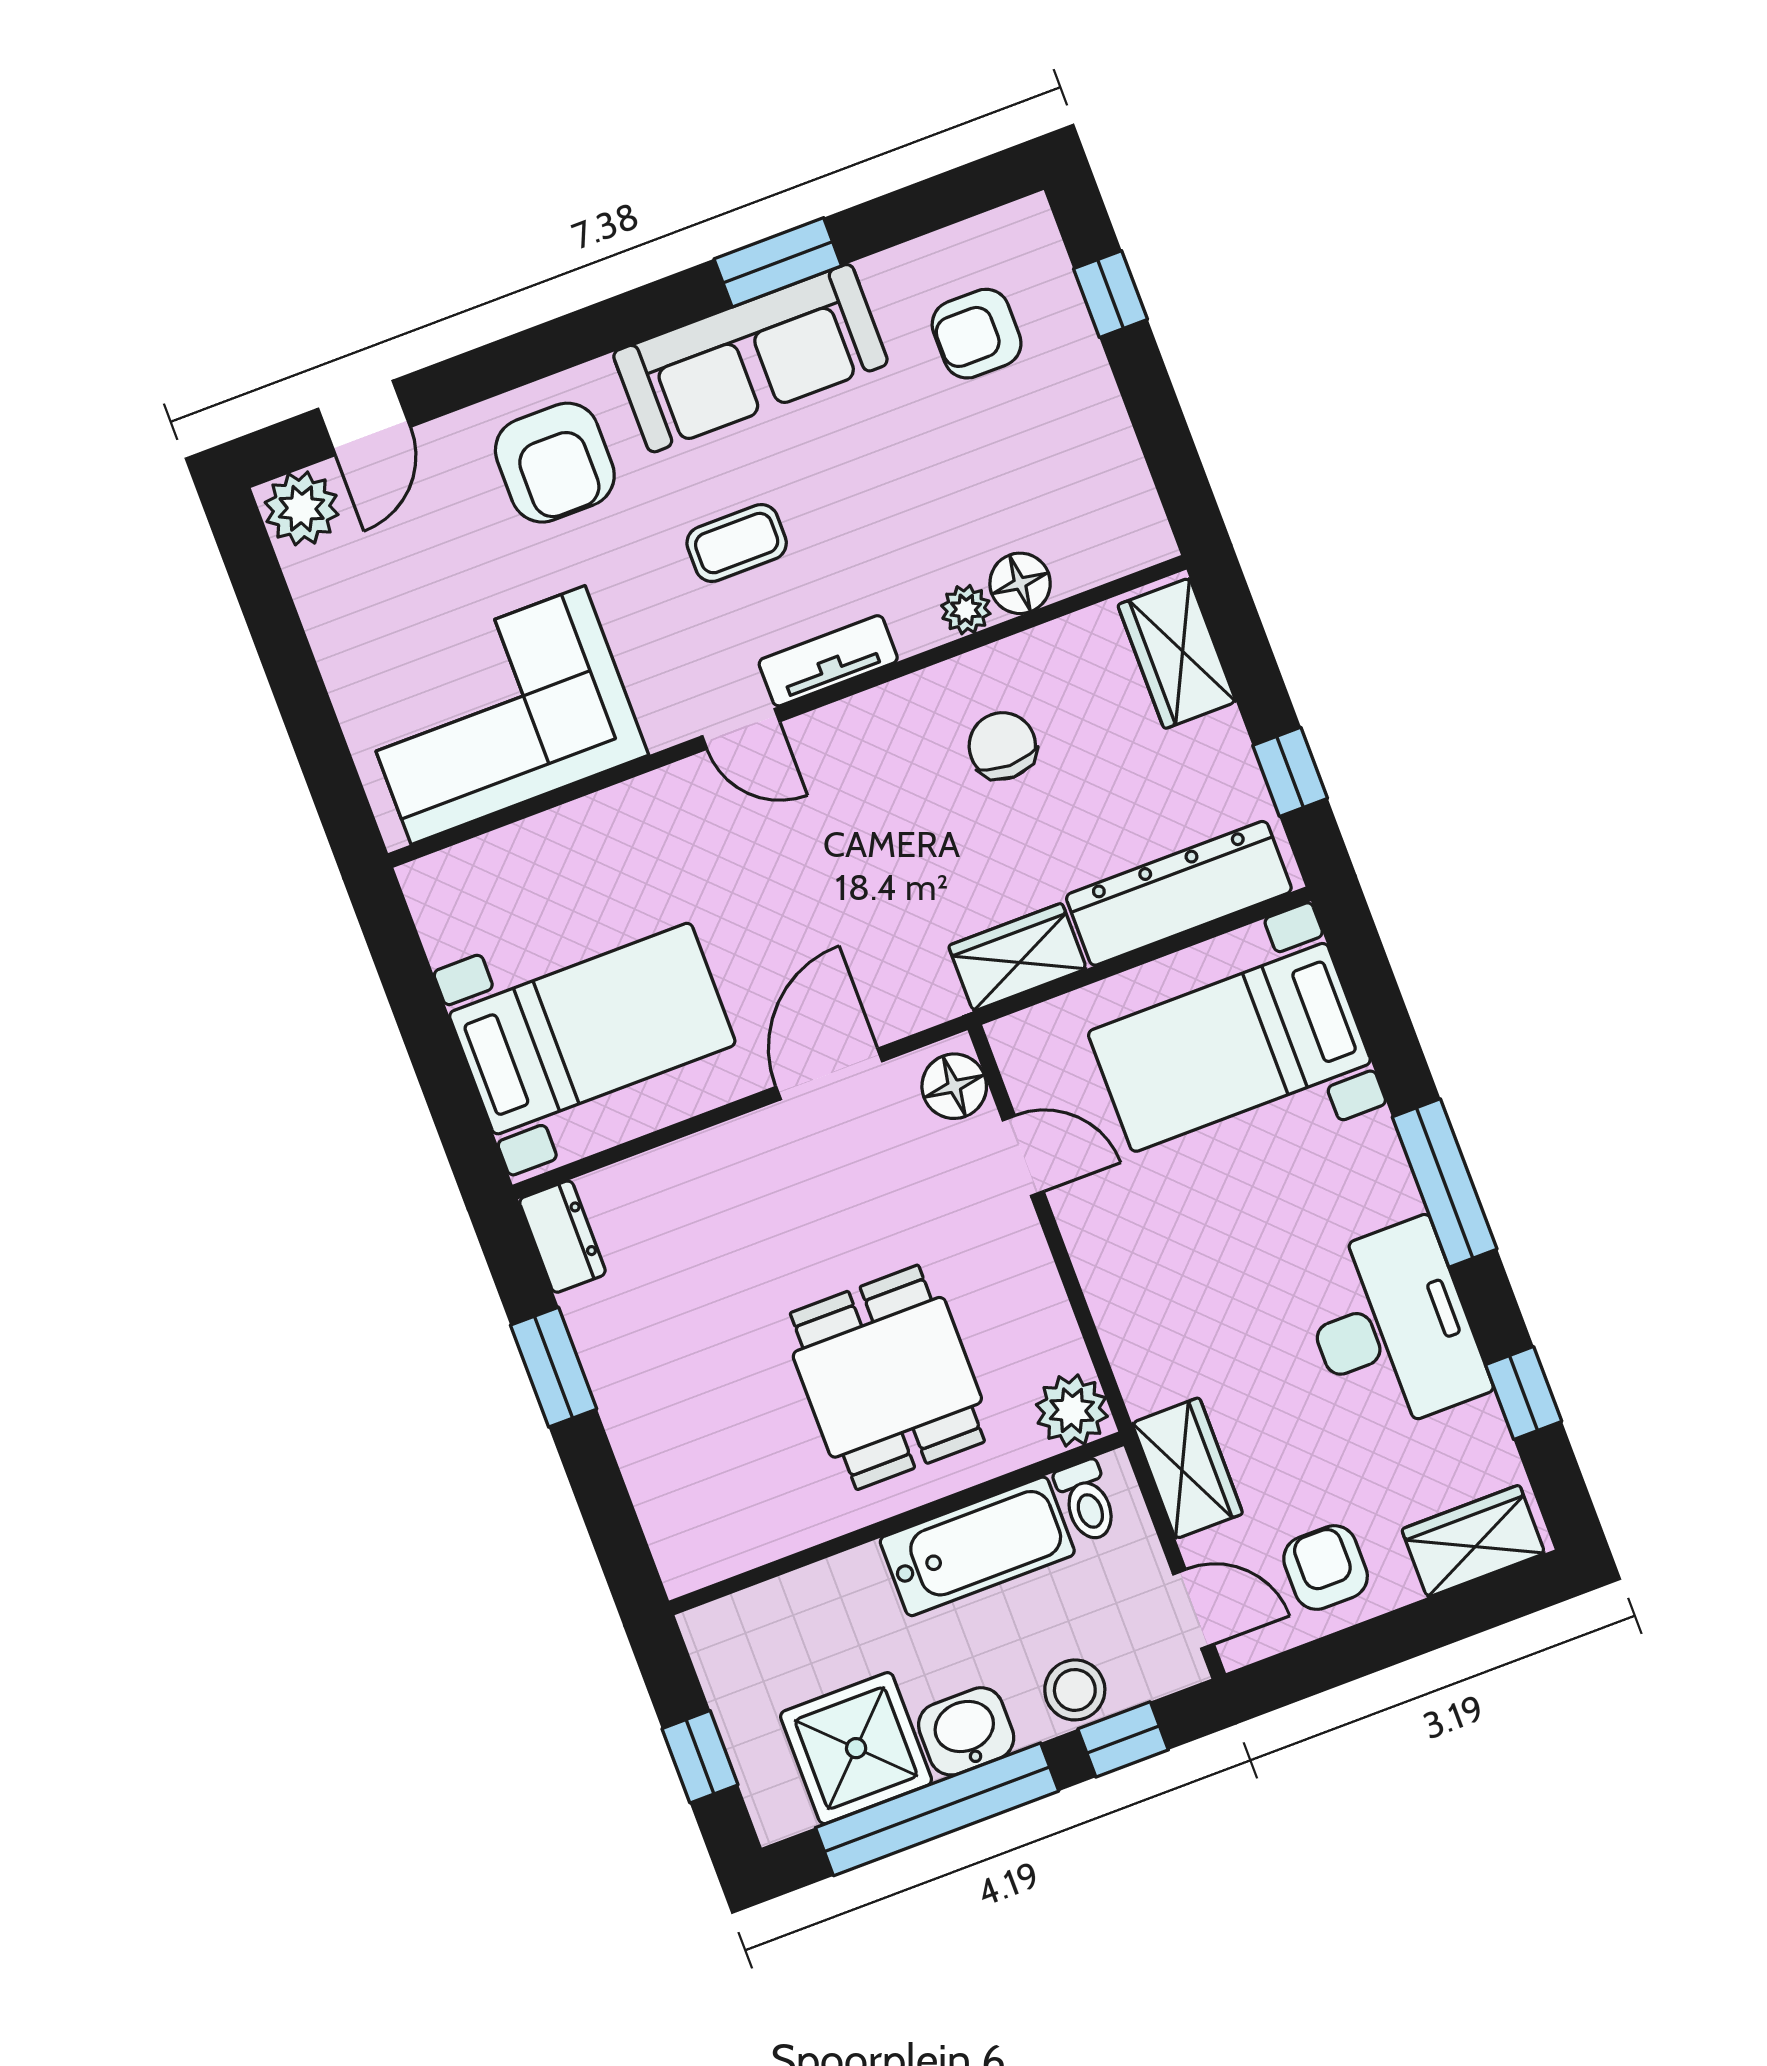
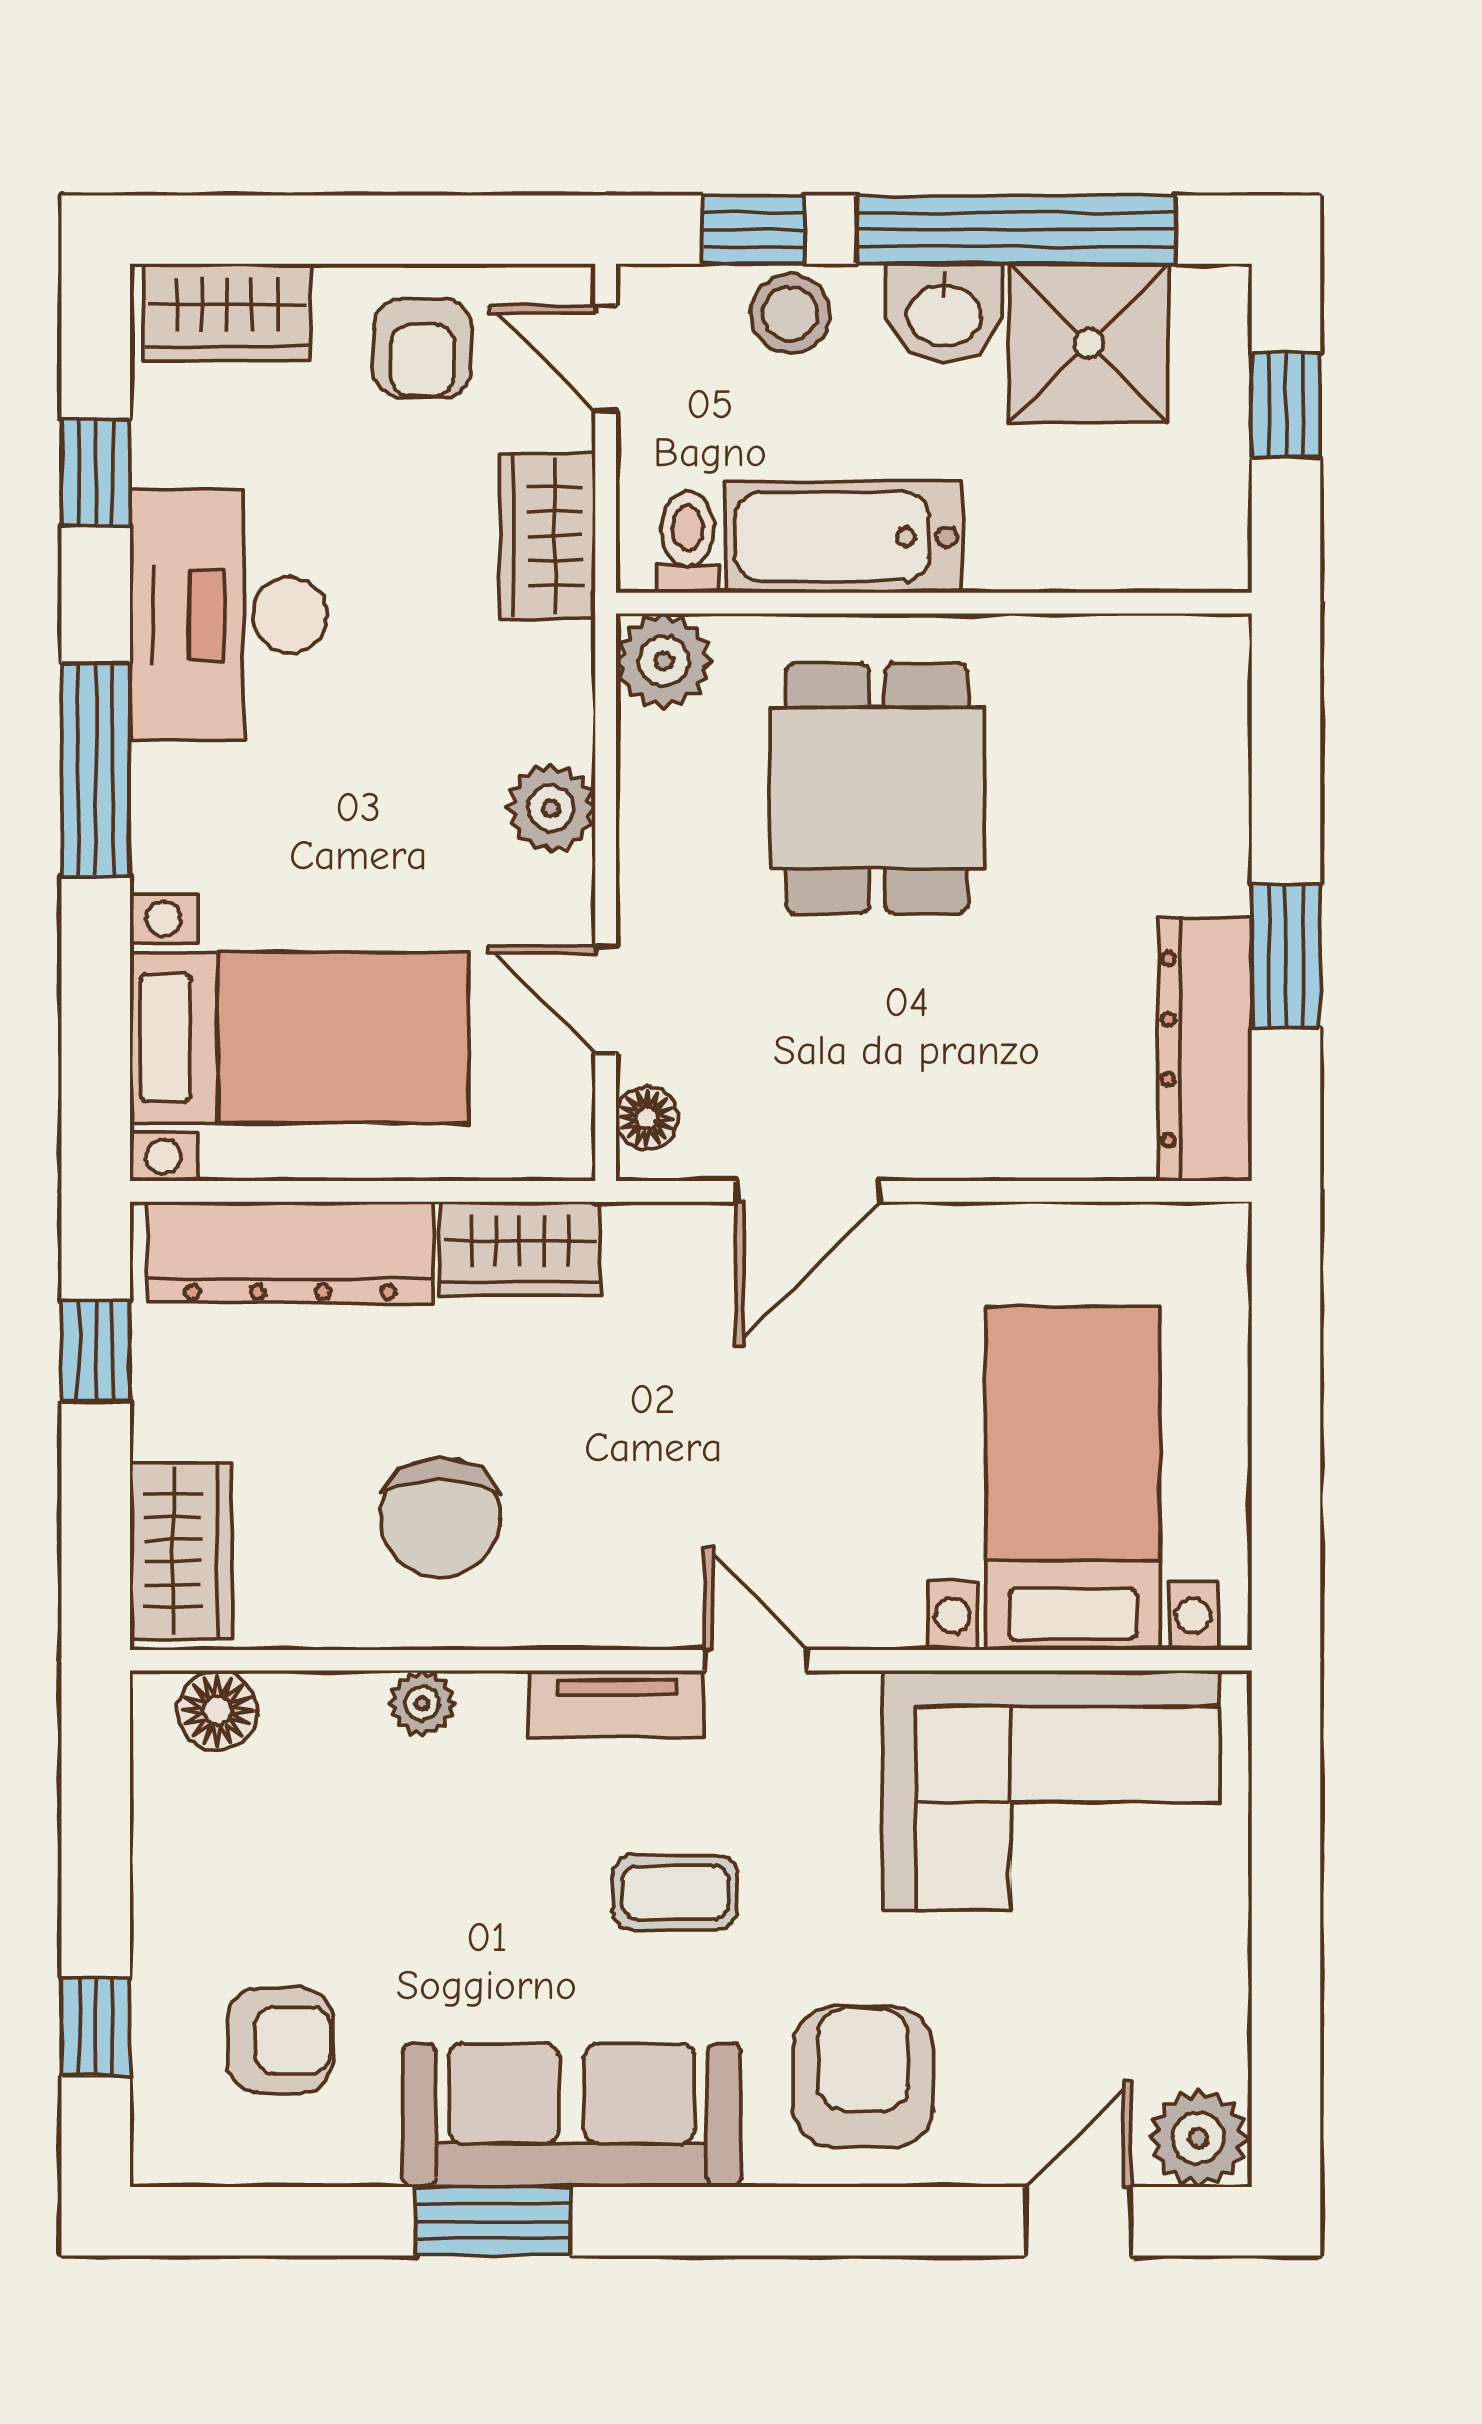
floor lamp: (1020, 583) -> (218, 1710), moved
chair: (1002, 746) -> (440, 1517), width x1.37, depth x1.37
bed with nightstands: (592, 1029) -> (1073, 1478), moved, turned 90
floor lamp: (954, 1086) -> (647, 1118), width x0.73, depth x0.73
dresser: (562, 1237) -> (1205, 1049), width x1.96, depth x1.24
plant: (1112, 1277) -> (551, 808), added

